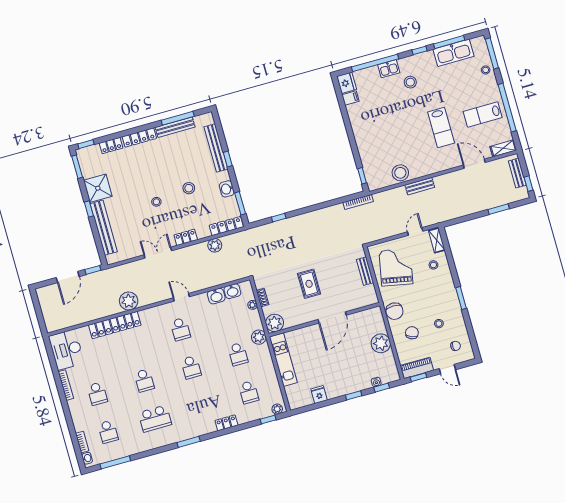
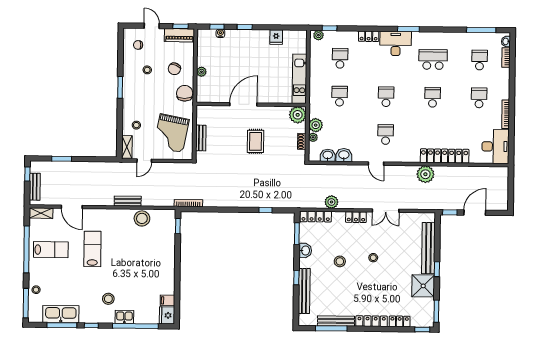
plant: (259, 337) -> (316, 125), moved
plant: (381, 343) -> (201, 72), width x0.53, depth x0.53
desk: (197, 424) -> (396, 43), added

